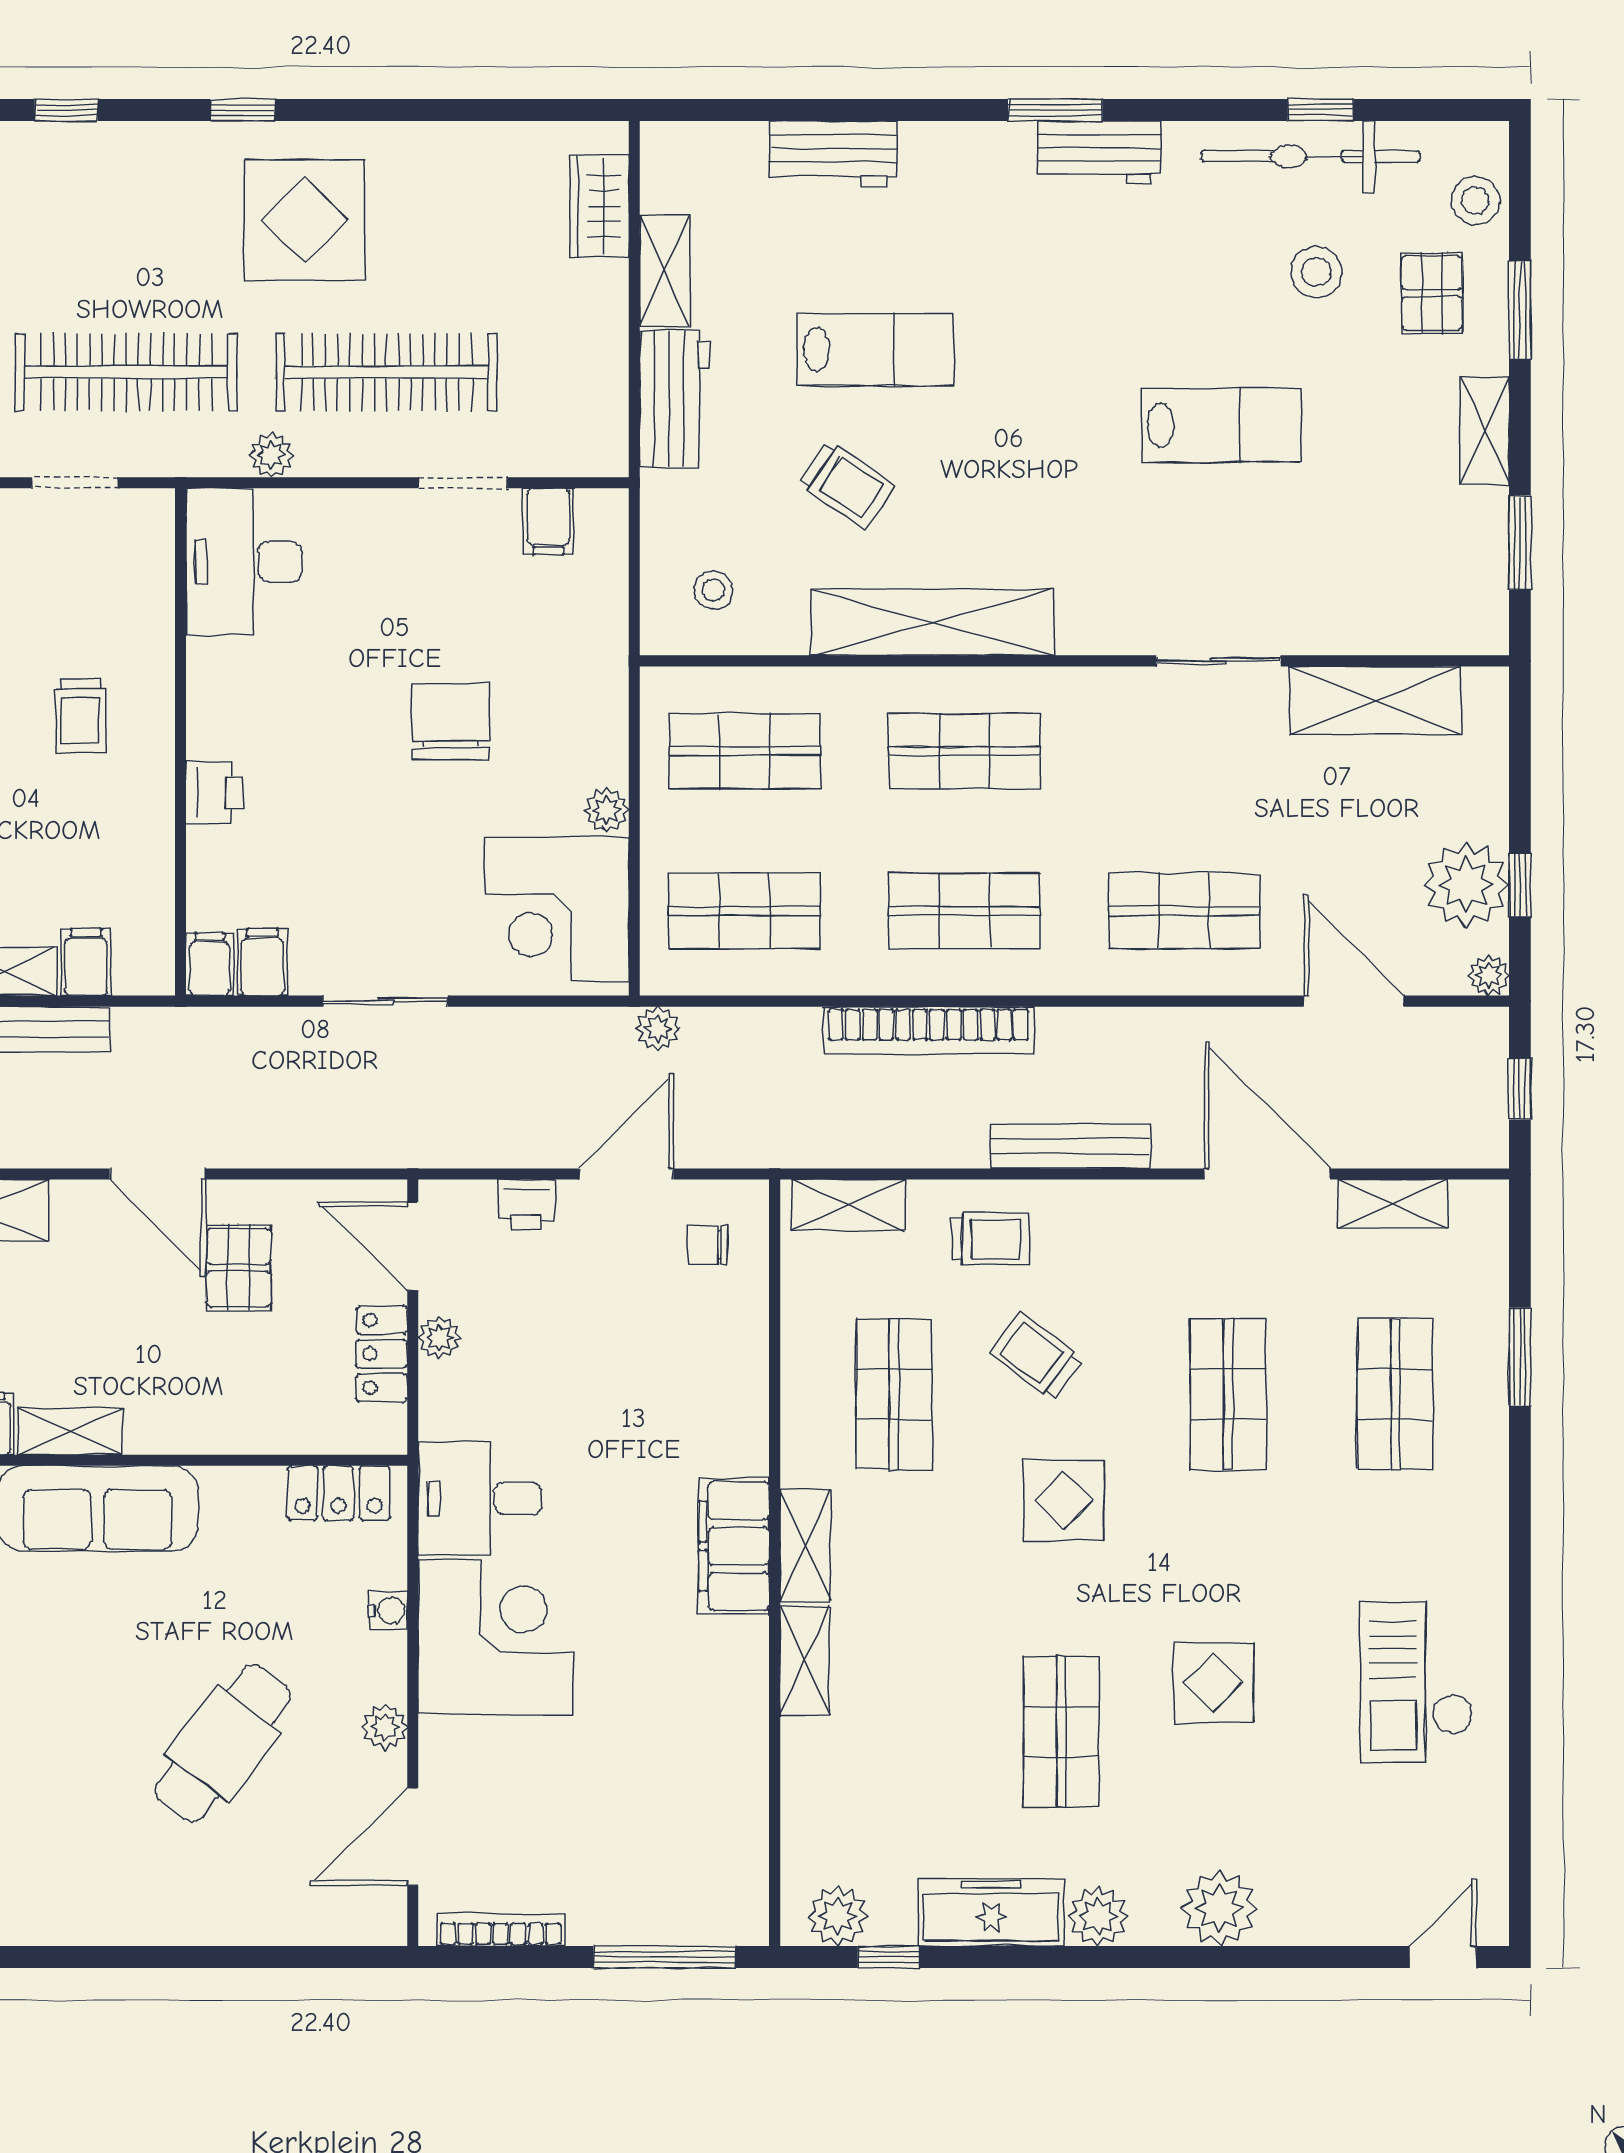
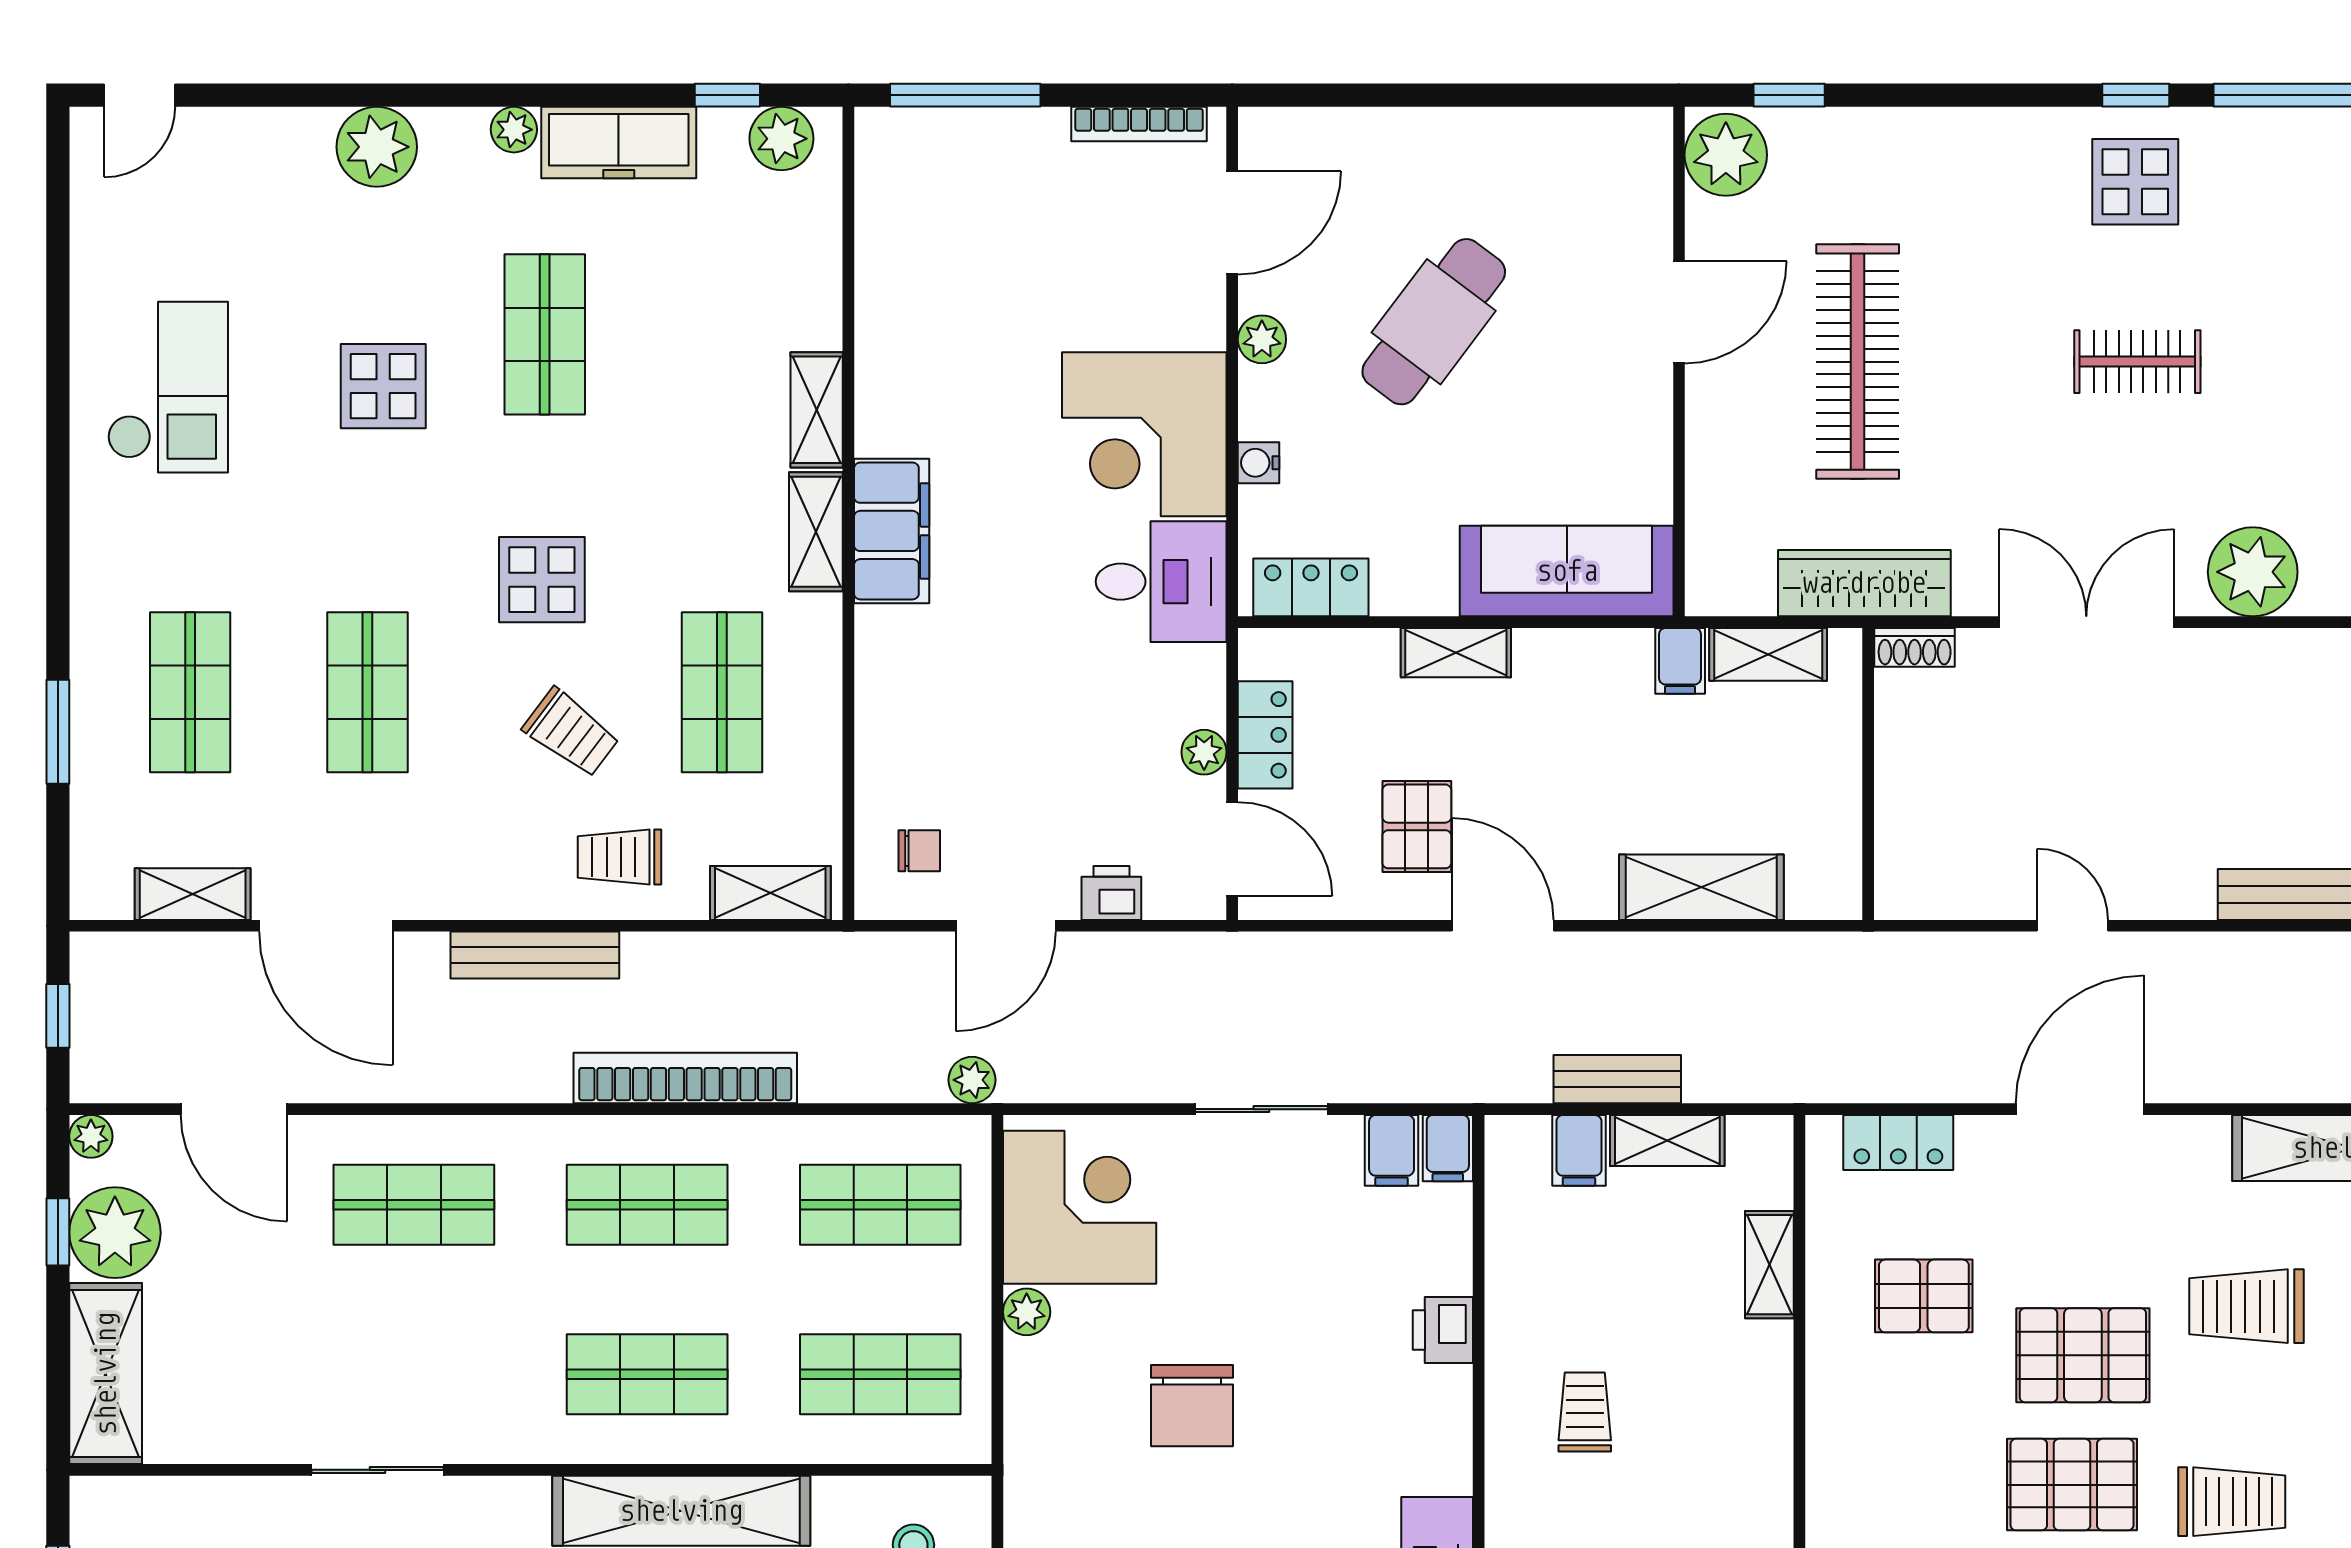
shelving: (1375, 701) -> (106, 1374), moved, turned 90
shelving: (70, 1431) -> (1456, 653), moved
plant: (1098, 1916) -> (514, 130), width x0.73, depth x0.73

